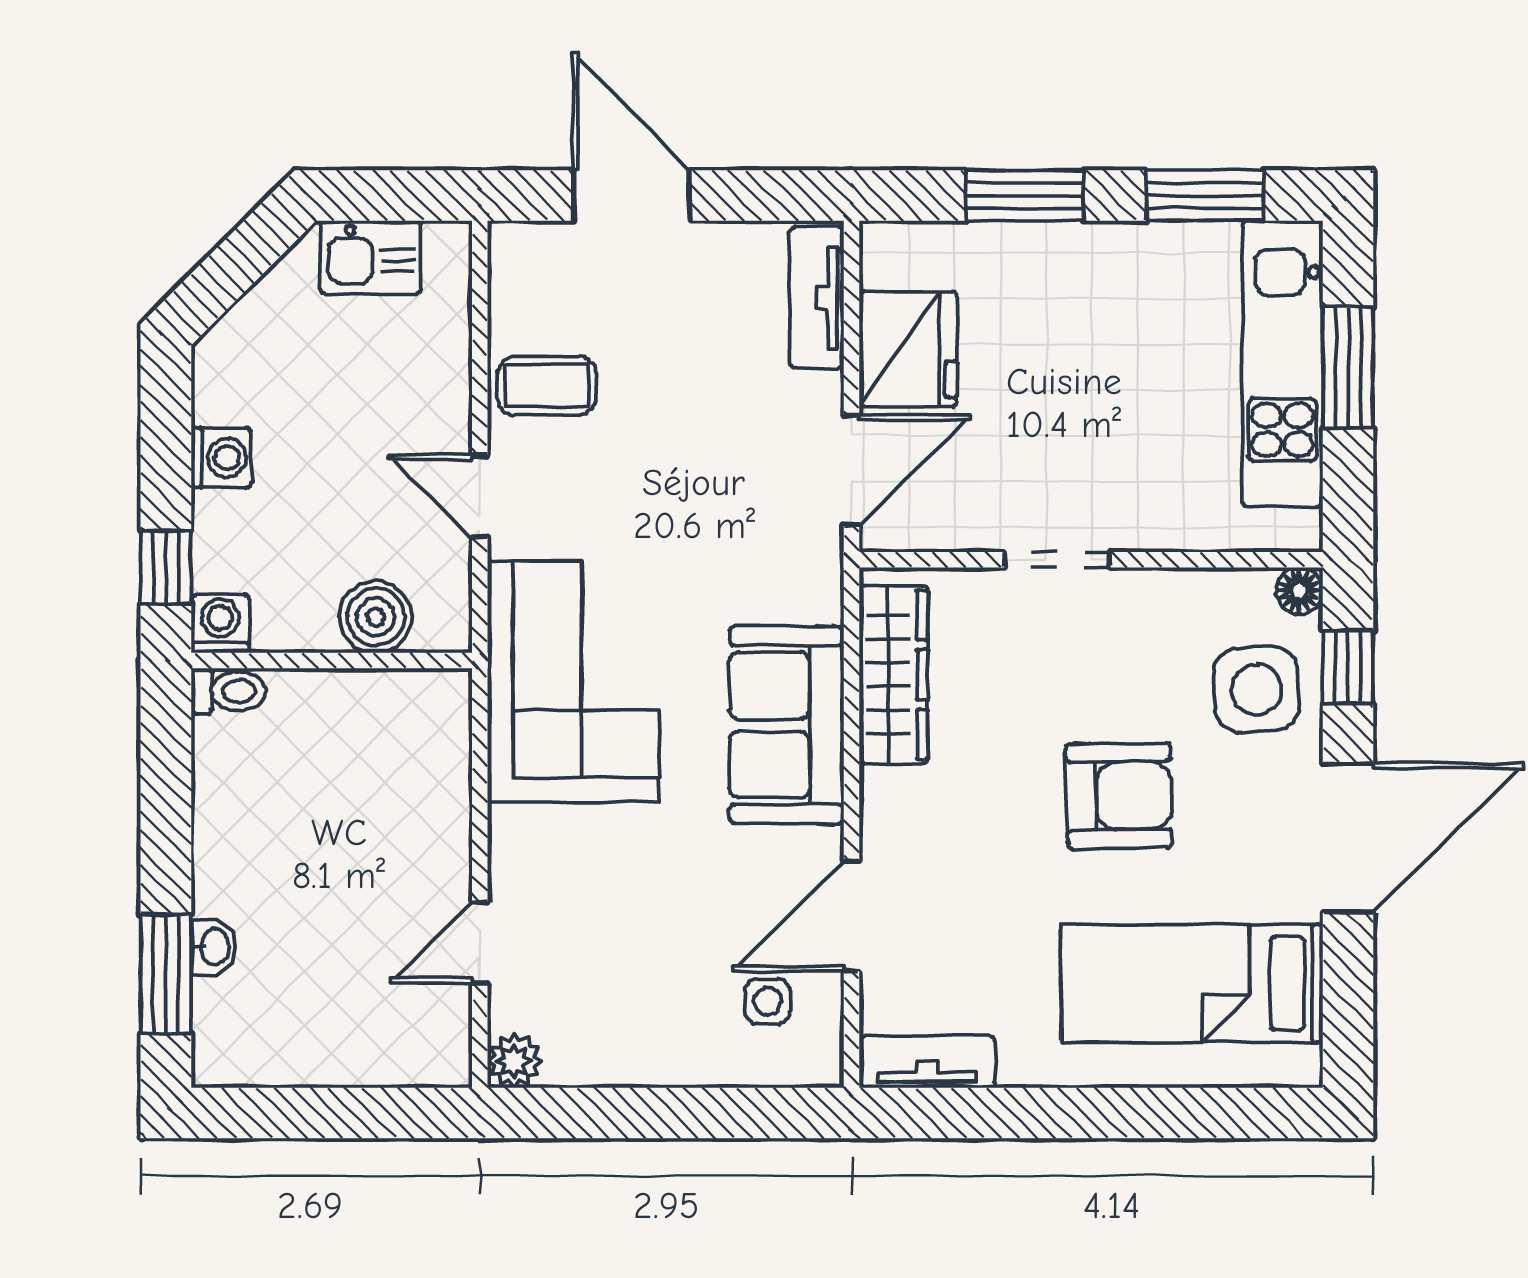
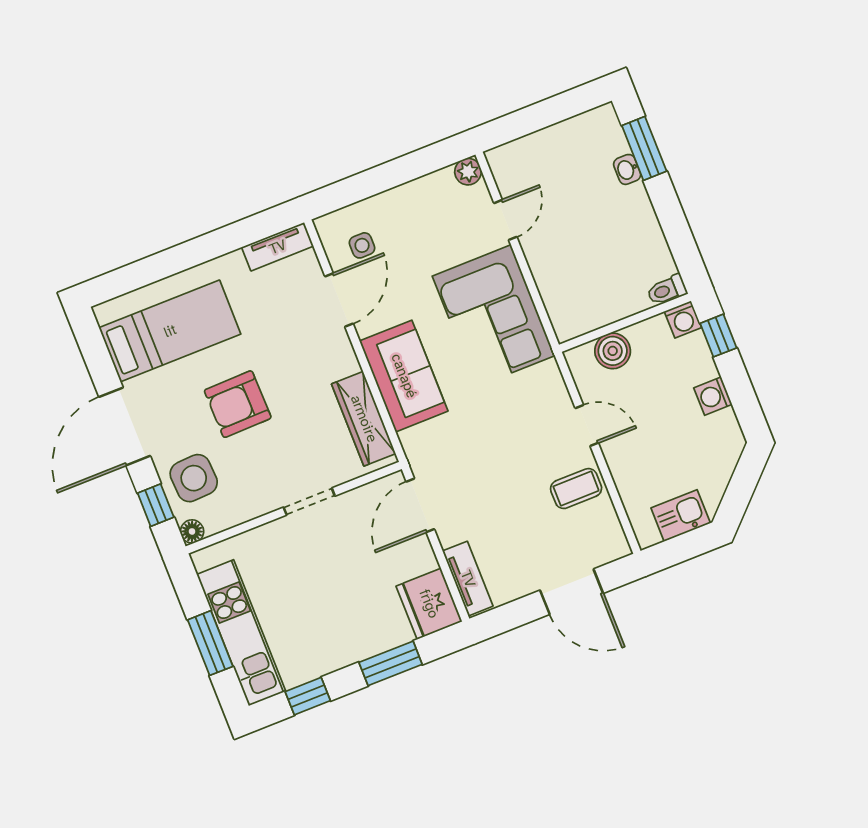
window: (1205, 196) -> (308, 696), width x0.67
fridge: (908, 349) -> (429, 604), moved
corner sofa: (573, 682) -> (494, 316), moved

